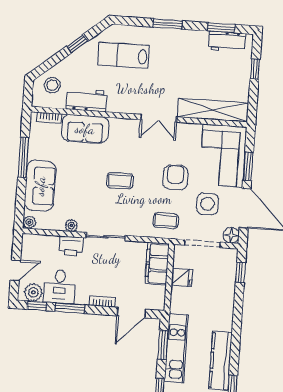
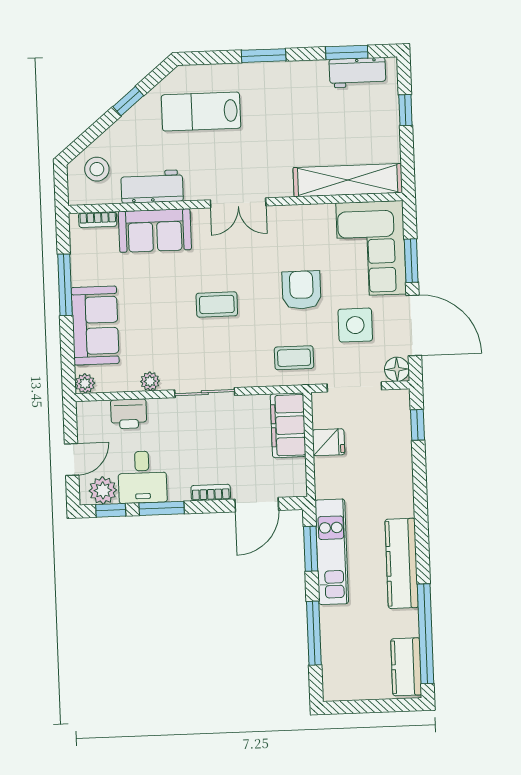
double door: (159, 118) -> (238, 203), moved
printer: (71, 246) -> (129, 414), moved

